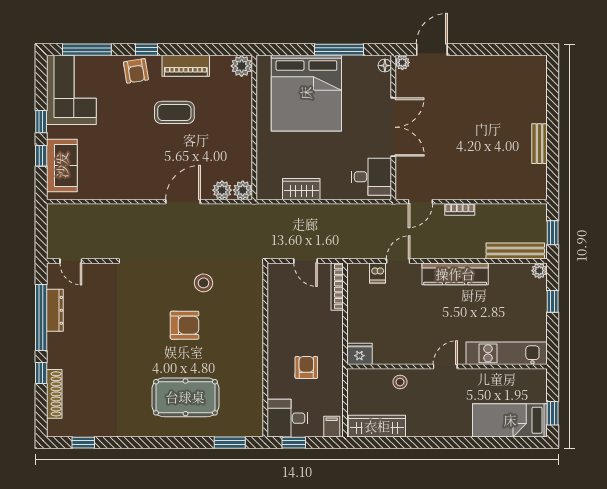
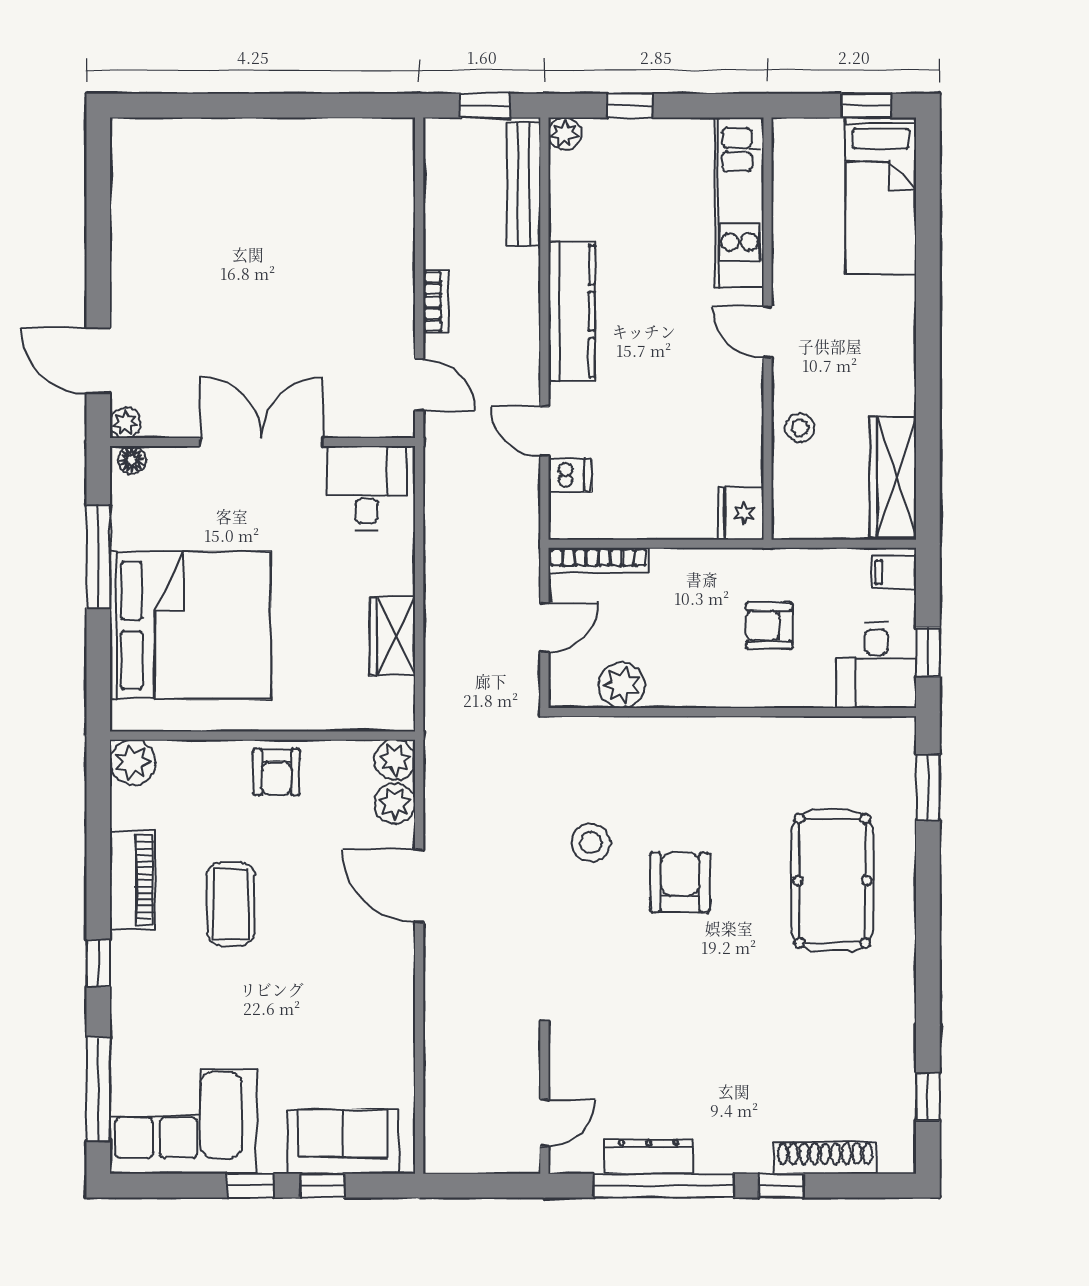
armchair: (136, 71) -> (277, 772), moved, turned 99
bench: (539, 144) -> (297, 133), removed
plant: (278, 298) -> (622, 685), added

